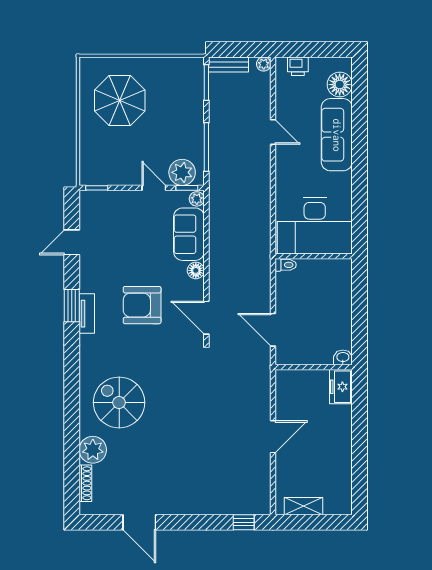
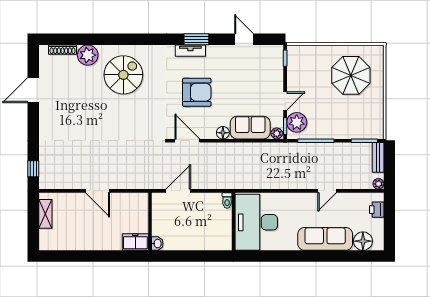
armchair: (142, 305) -> (197, 92), turned 90
door: (206, 318) -> (187, 141), hinge flipped

